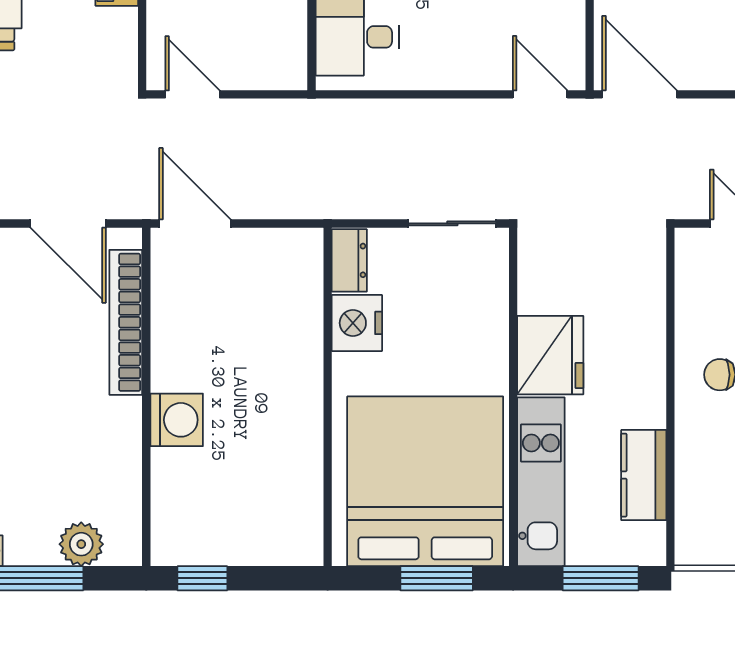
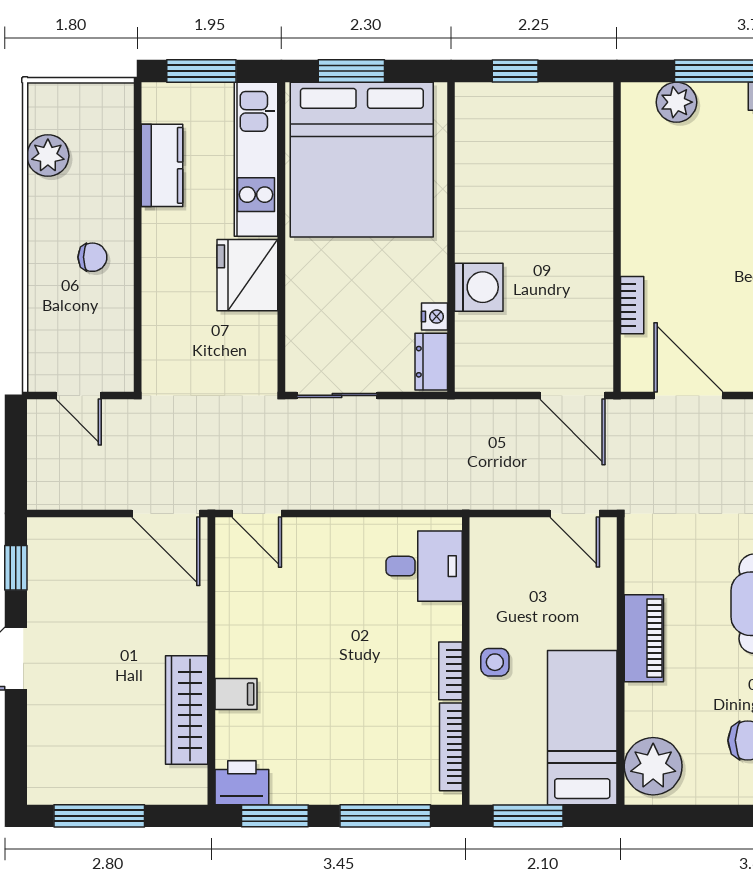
bookcase: (126, 322) -> (632, 305), width x0.43, depth x0.76
nightstand: (357, 323) -> (435, 317), width x0.53, depth x0.56
washing machine: (177, 420) -> (479, 287), moved, turned 180
window: (202, 578) -> (515, 71), moved

